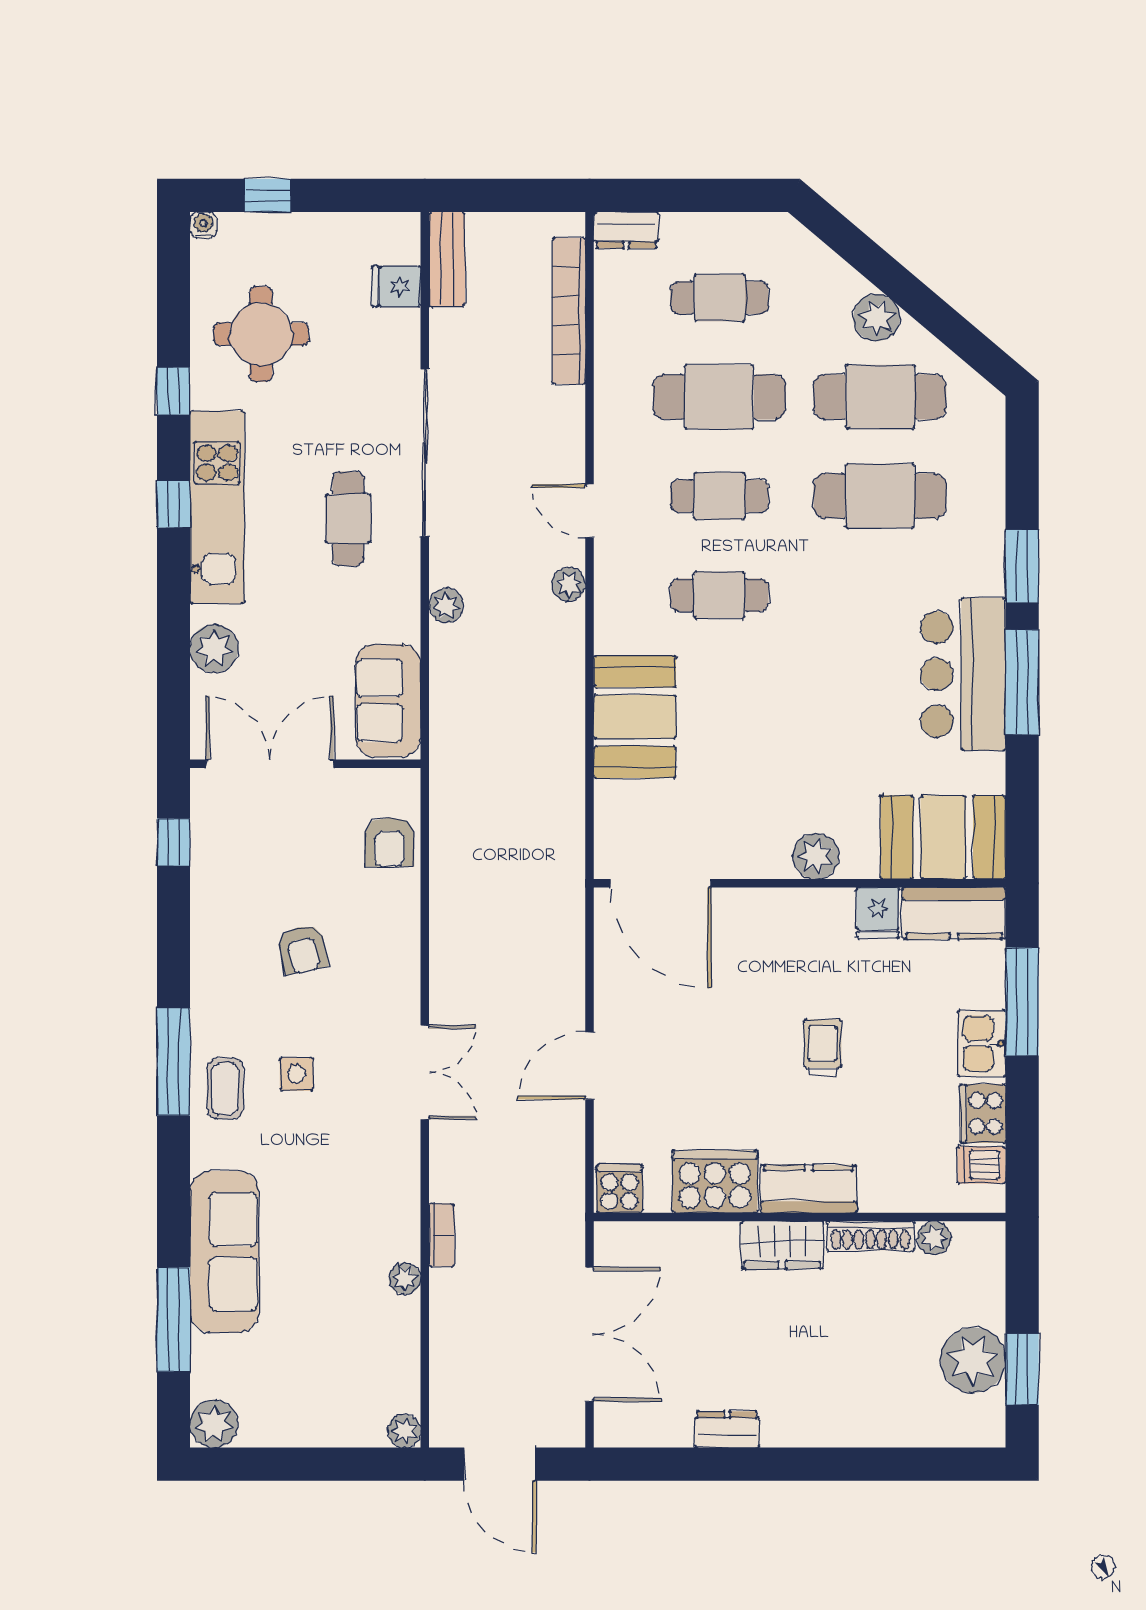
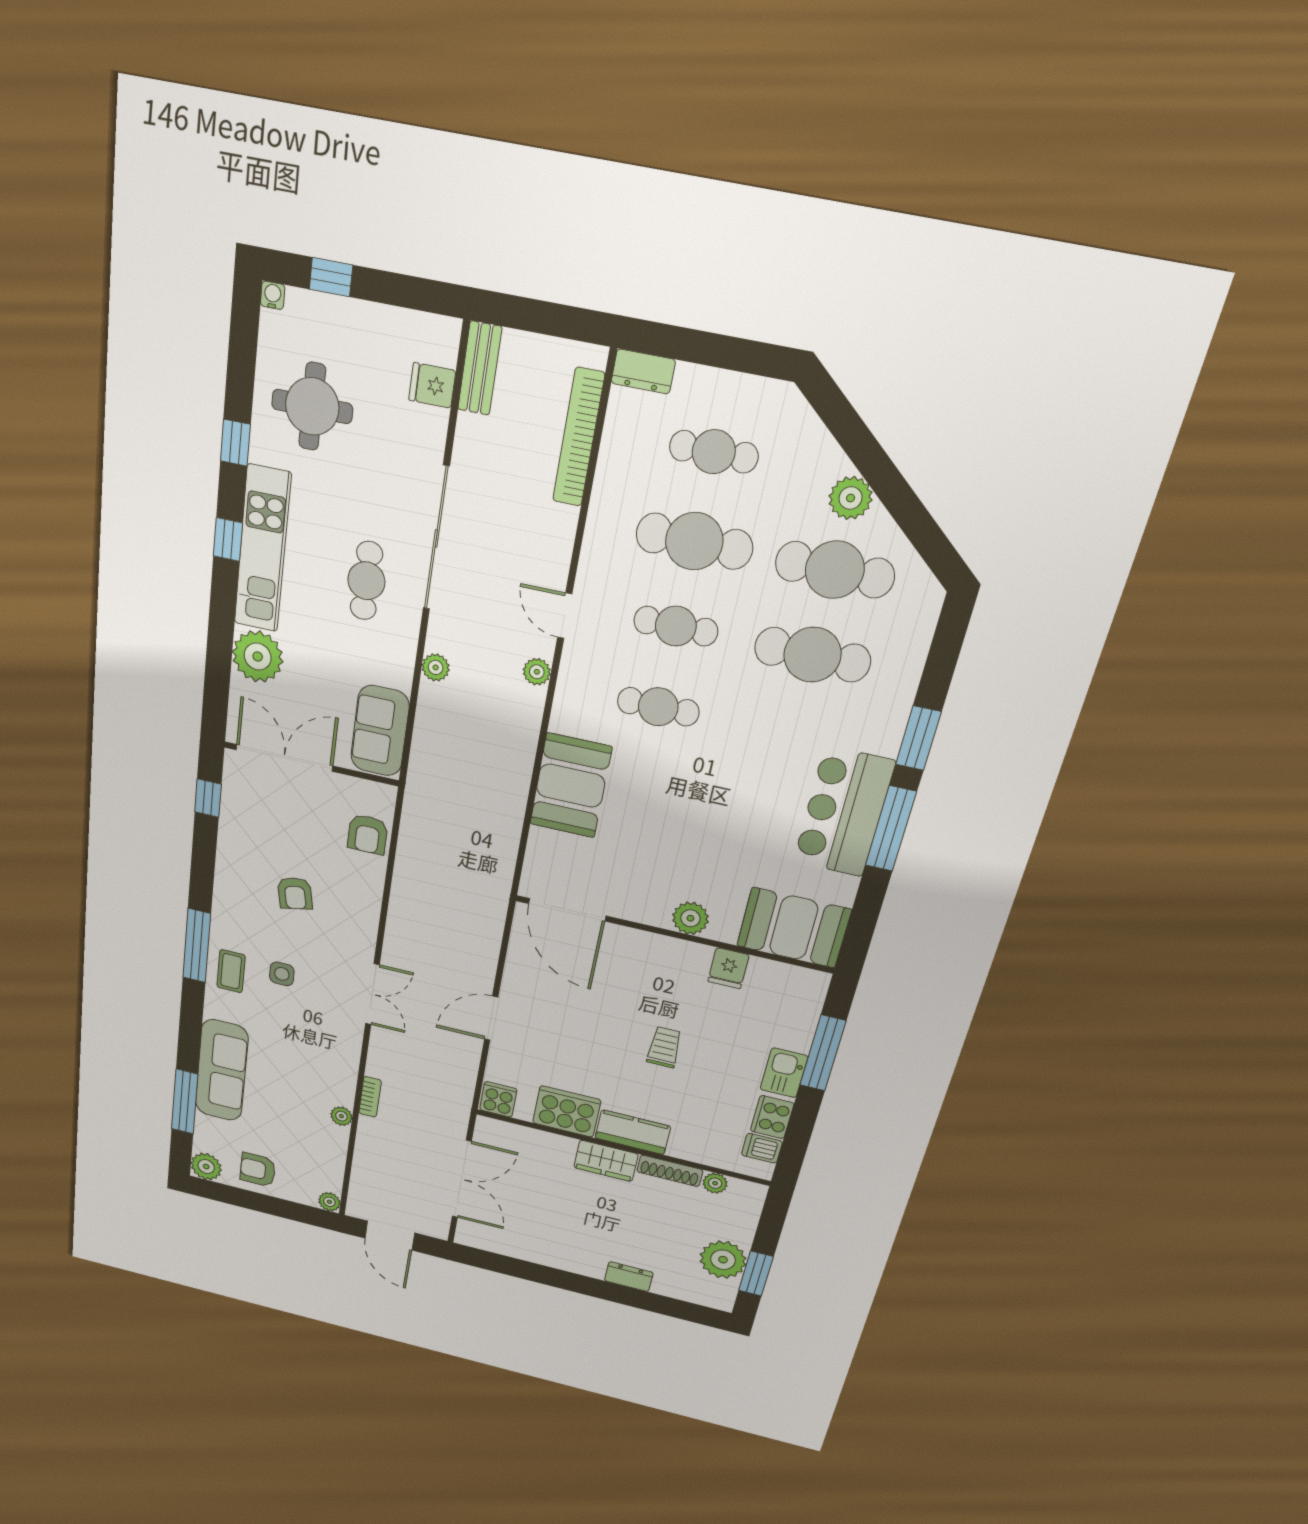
plant: (214, 649) -> (258, 657), width x1.36, depth x1.36
kitchen counter: (954, 913) -> (787, 982), removed
armchair: (292, 1406) -> (258, 1170), added
dresser: (727, 1429) -> (629, 1277), moved

